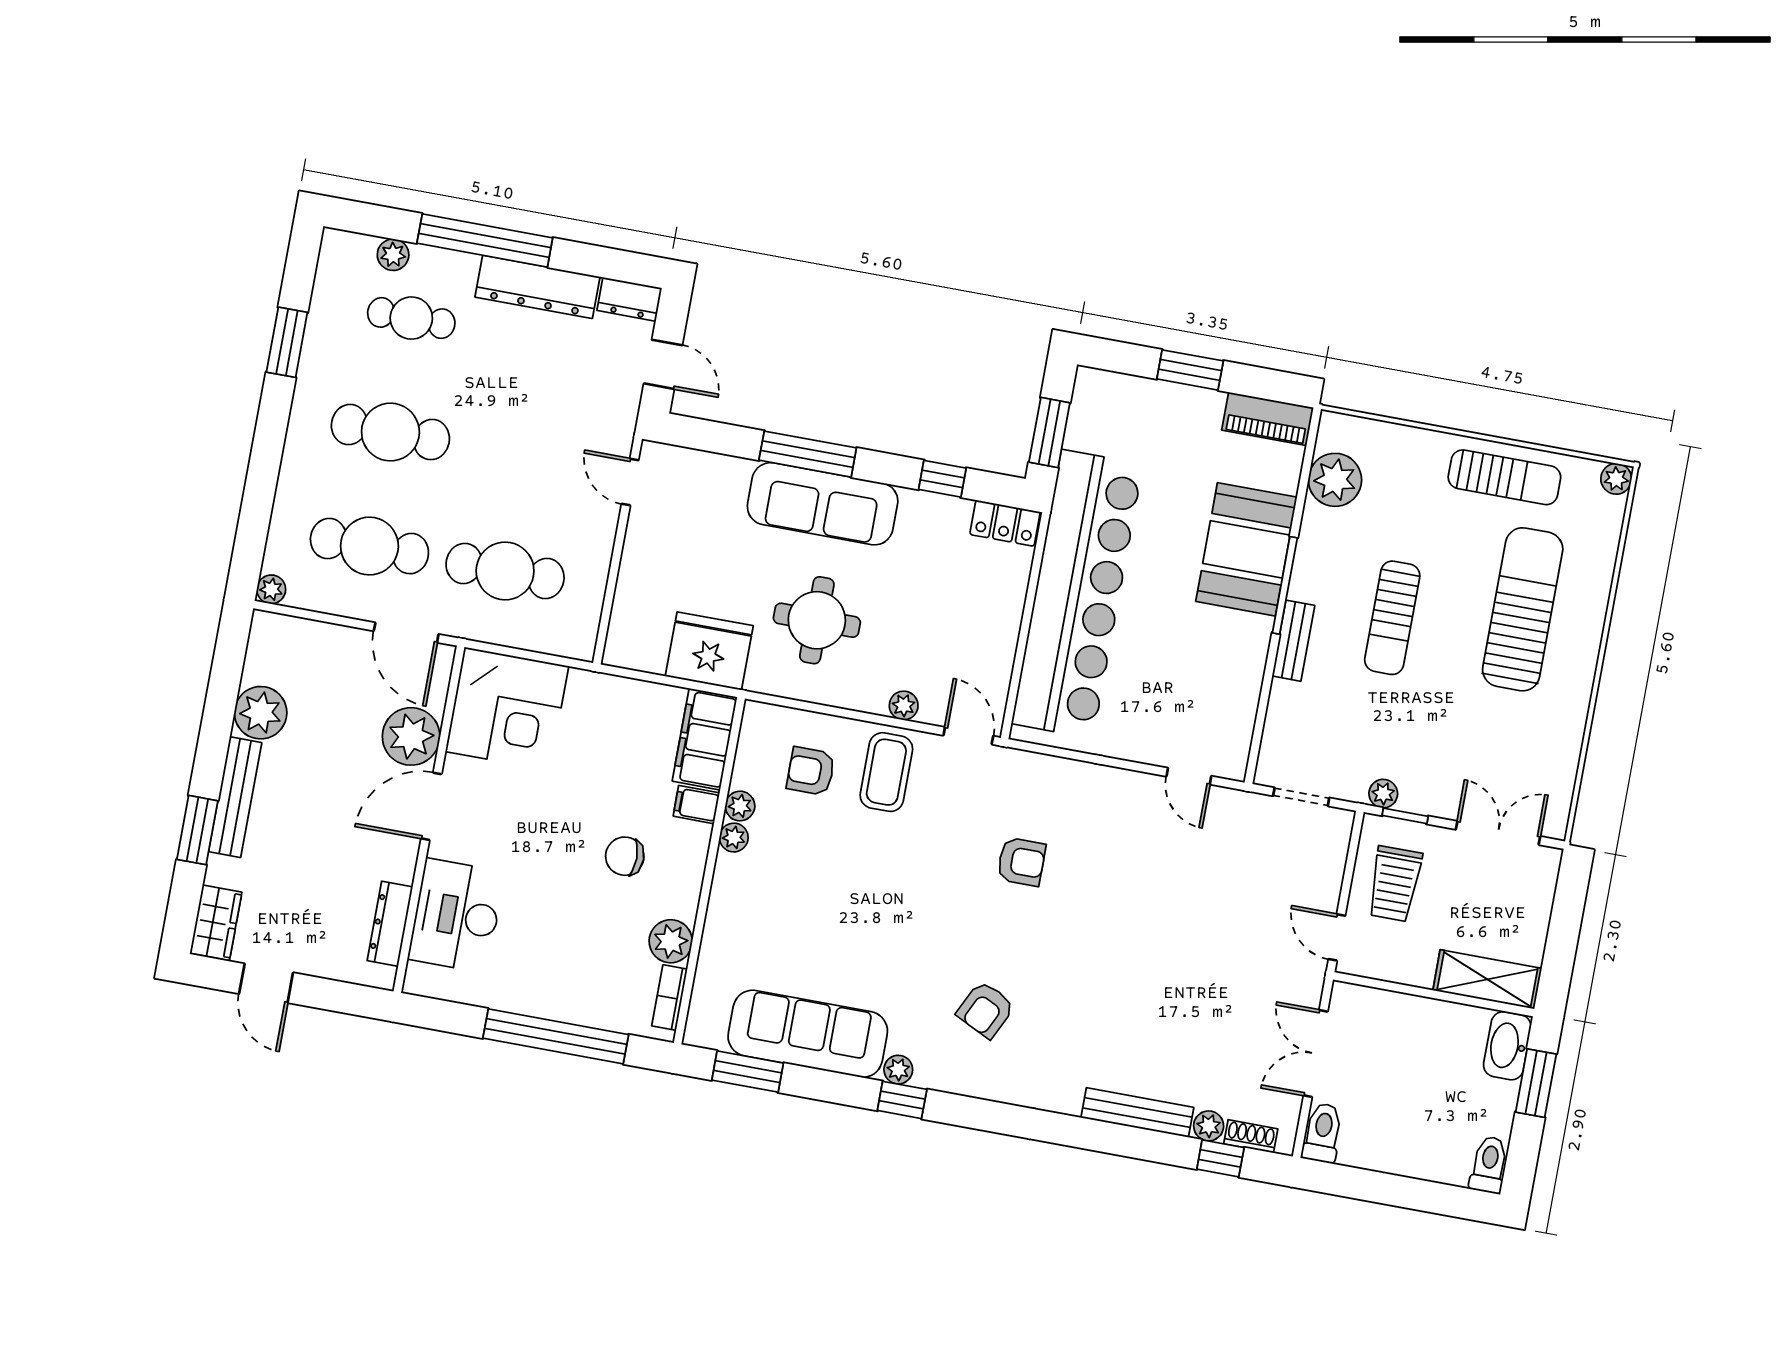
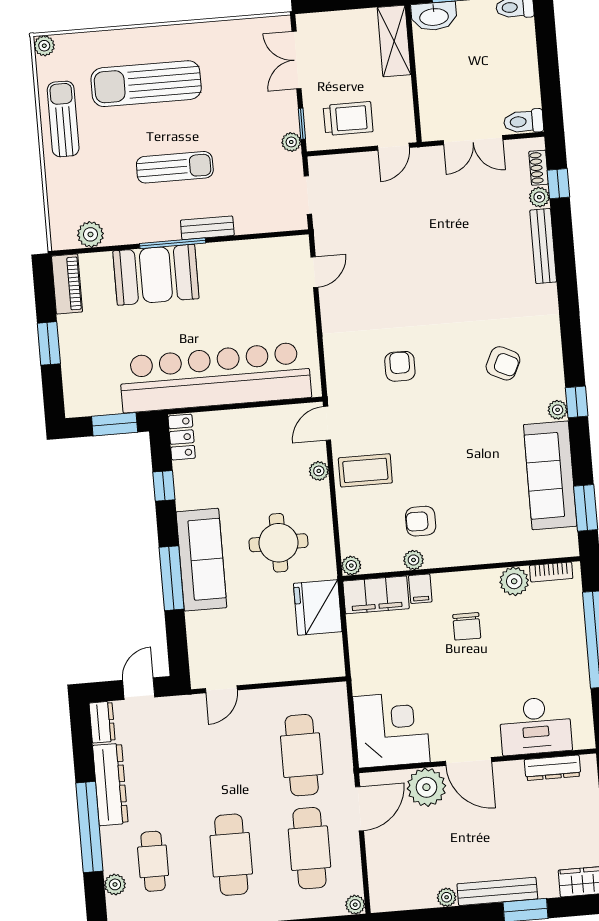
plant: (1335, 480) -> (90, 234), width x0.73, depth x0.73
plant: (261, 713) -> (447, 897), width x0.53, depth x0.53
armchair: (811, 771) -> (421, 521), moved, turned 90
plant: (734, 838) -> (351, 566), moved

